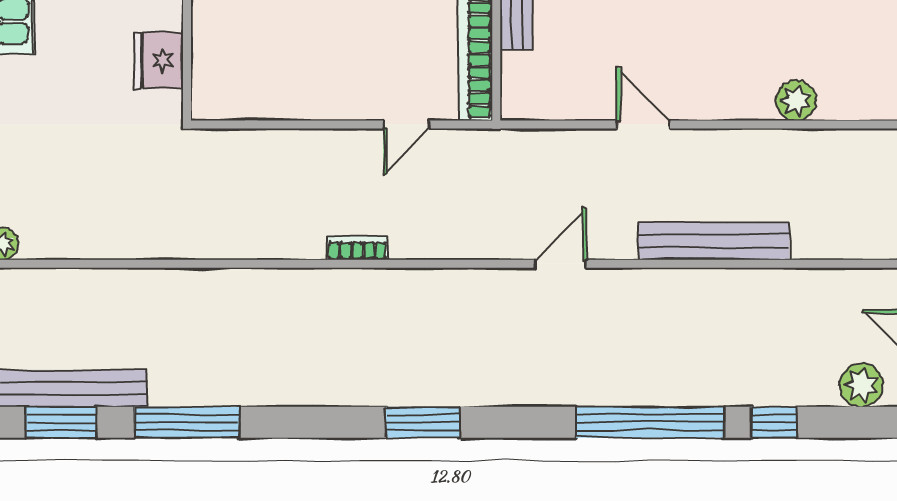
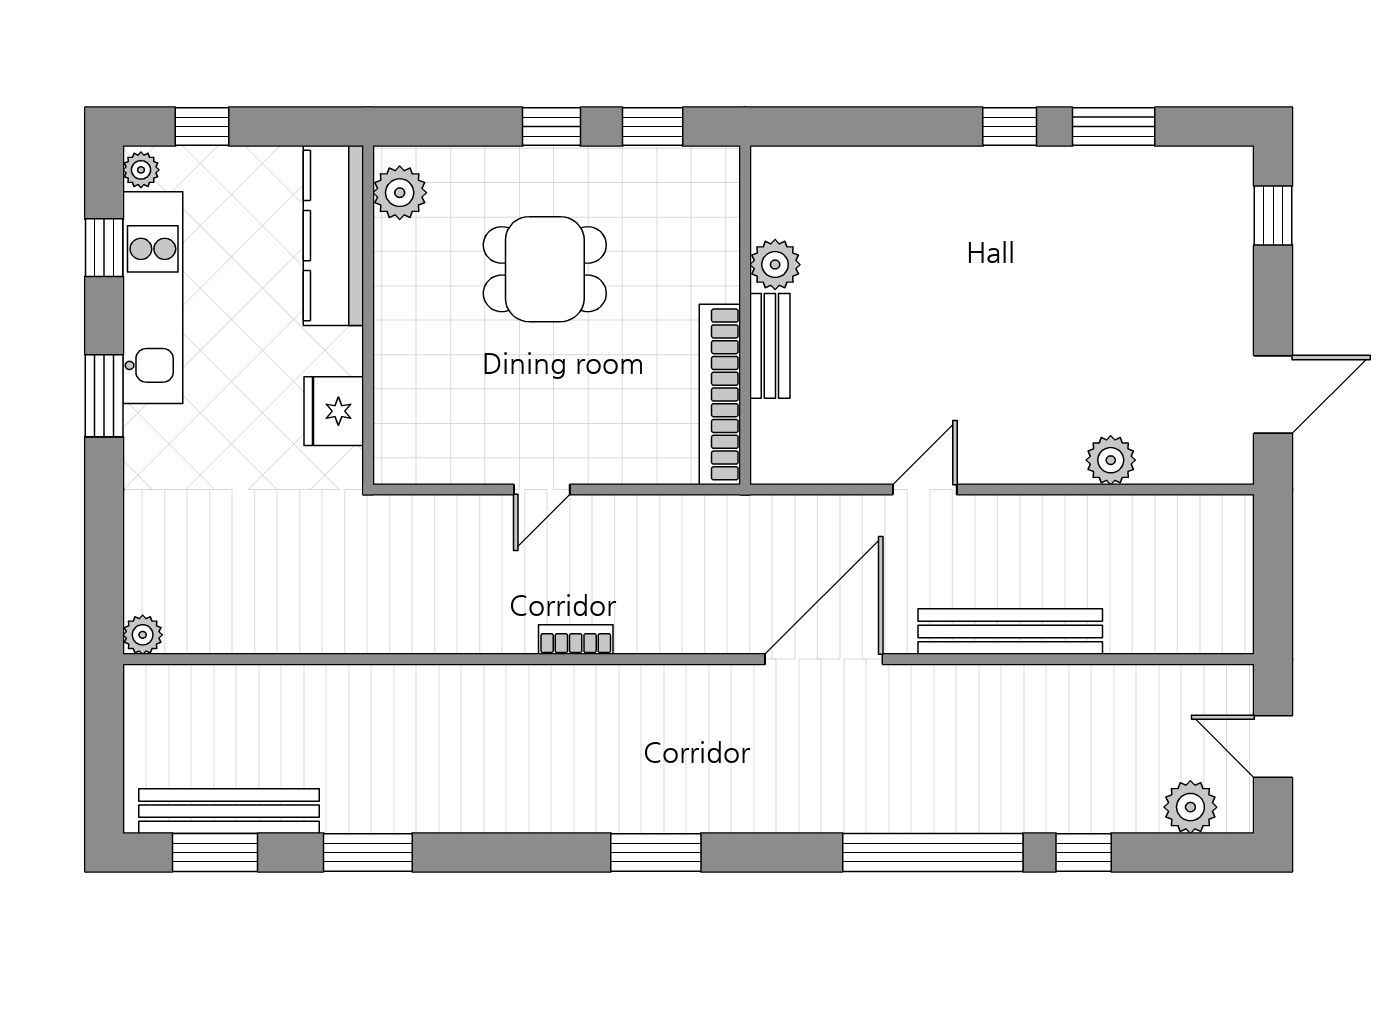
door: (406, 125) -> (542, 490), moved
door: (644, 125) -> (925, 490), hinge flipped
door: (561, 264) -> (824, 659), width x1.88
window: (187, 422) -> (368, 852), width x0.69

